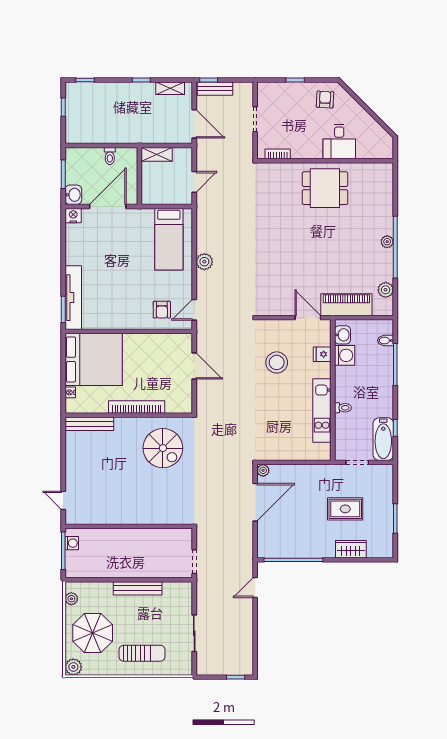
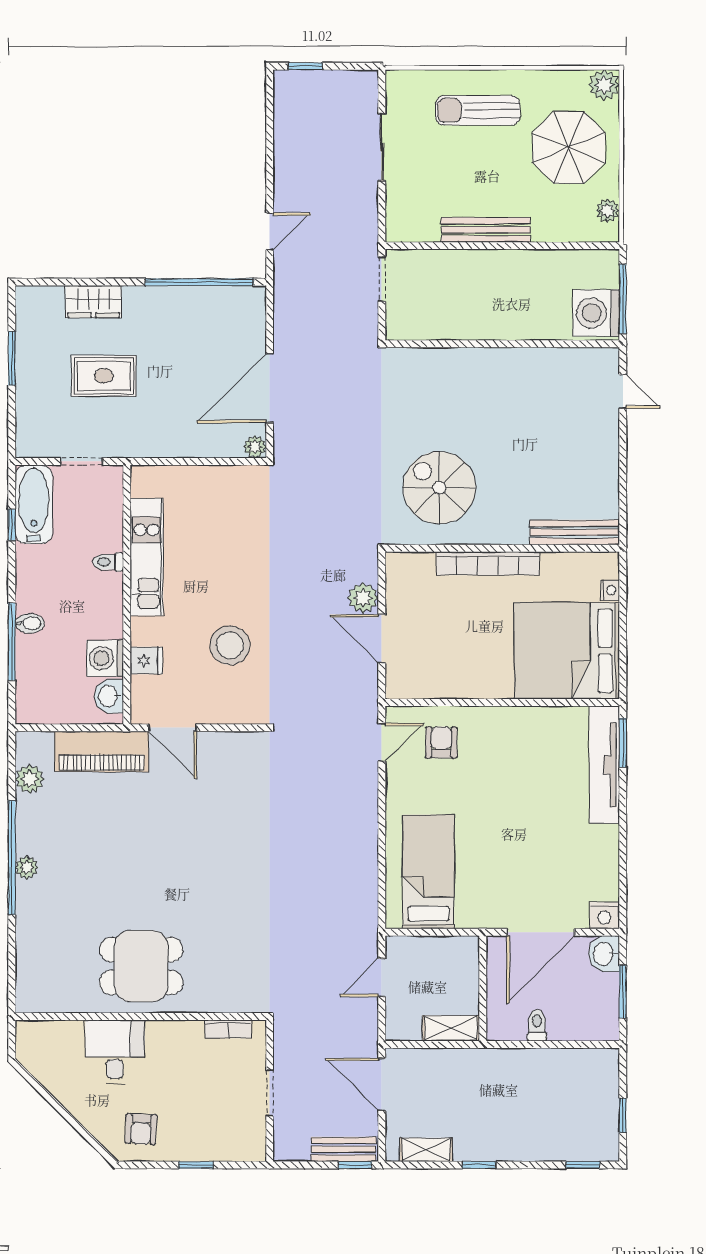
plant: (204, 262) -> (363, 598), moved
bidet: (385, 340) -> (30, 623), moved
washing machine: (72, 543) -> (596, 313), width x1.89, depth x1.89

